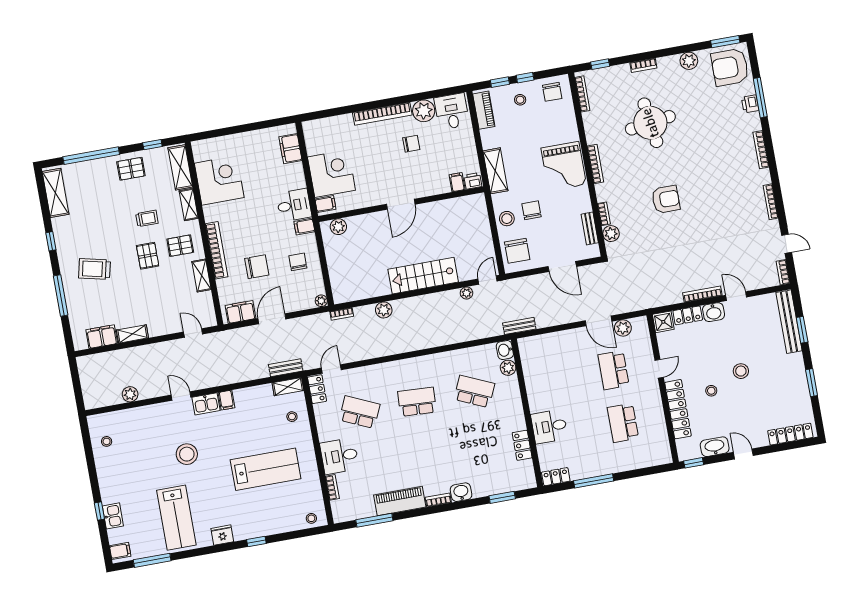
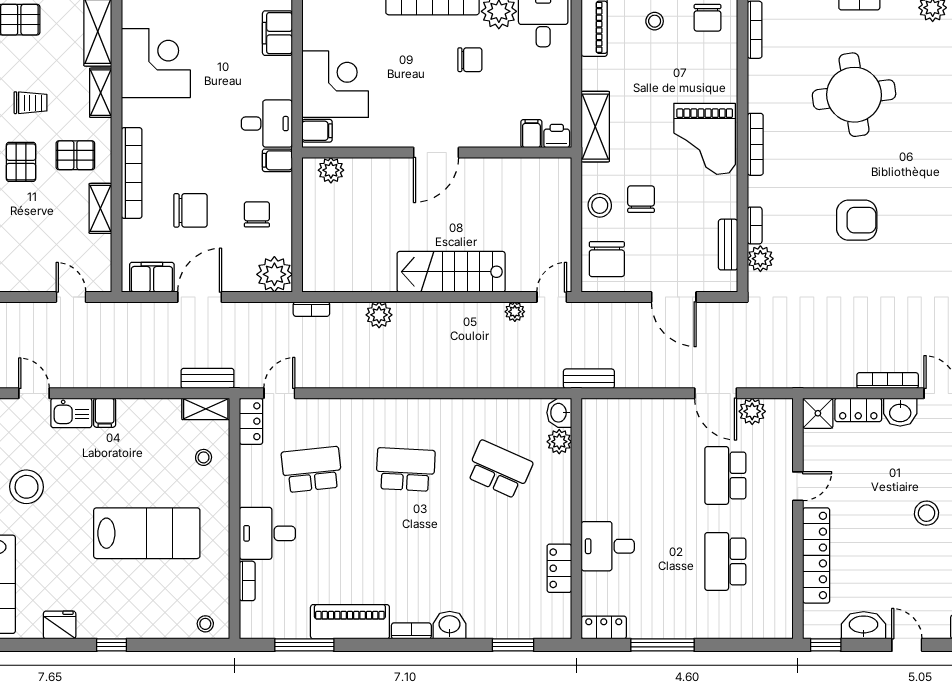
plant: (321, 301) -> (274, 274), width x1.87, depth x1.87
stool: (711, 391) -> (874, 536), removed
school desk: (360, 412) -> (312, 470), turned -30

